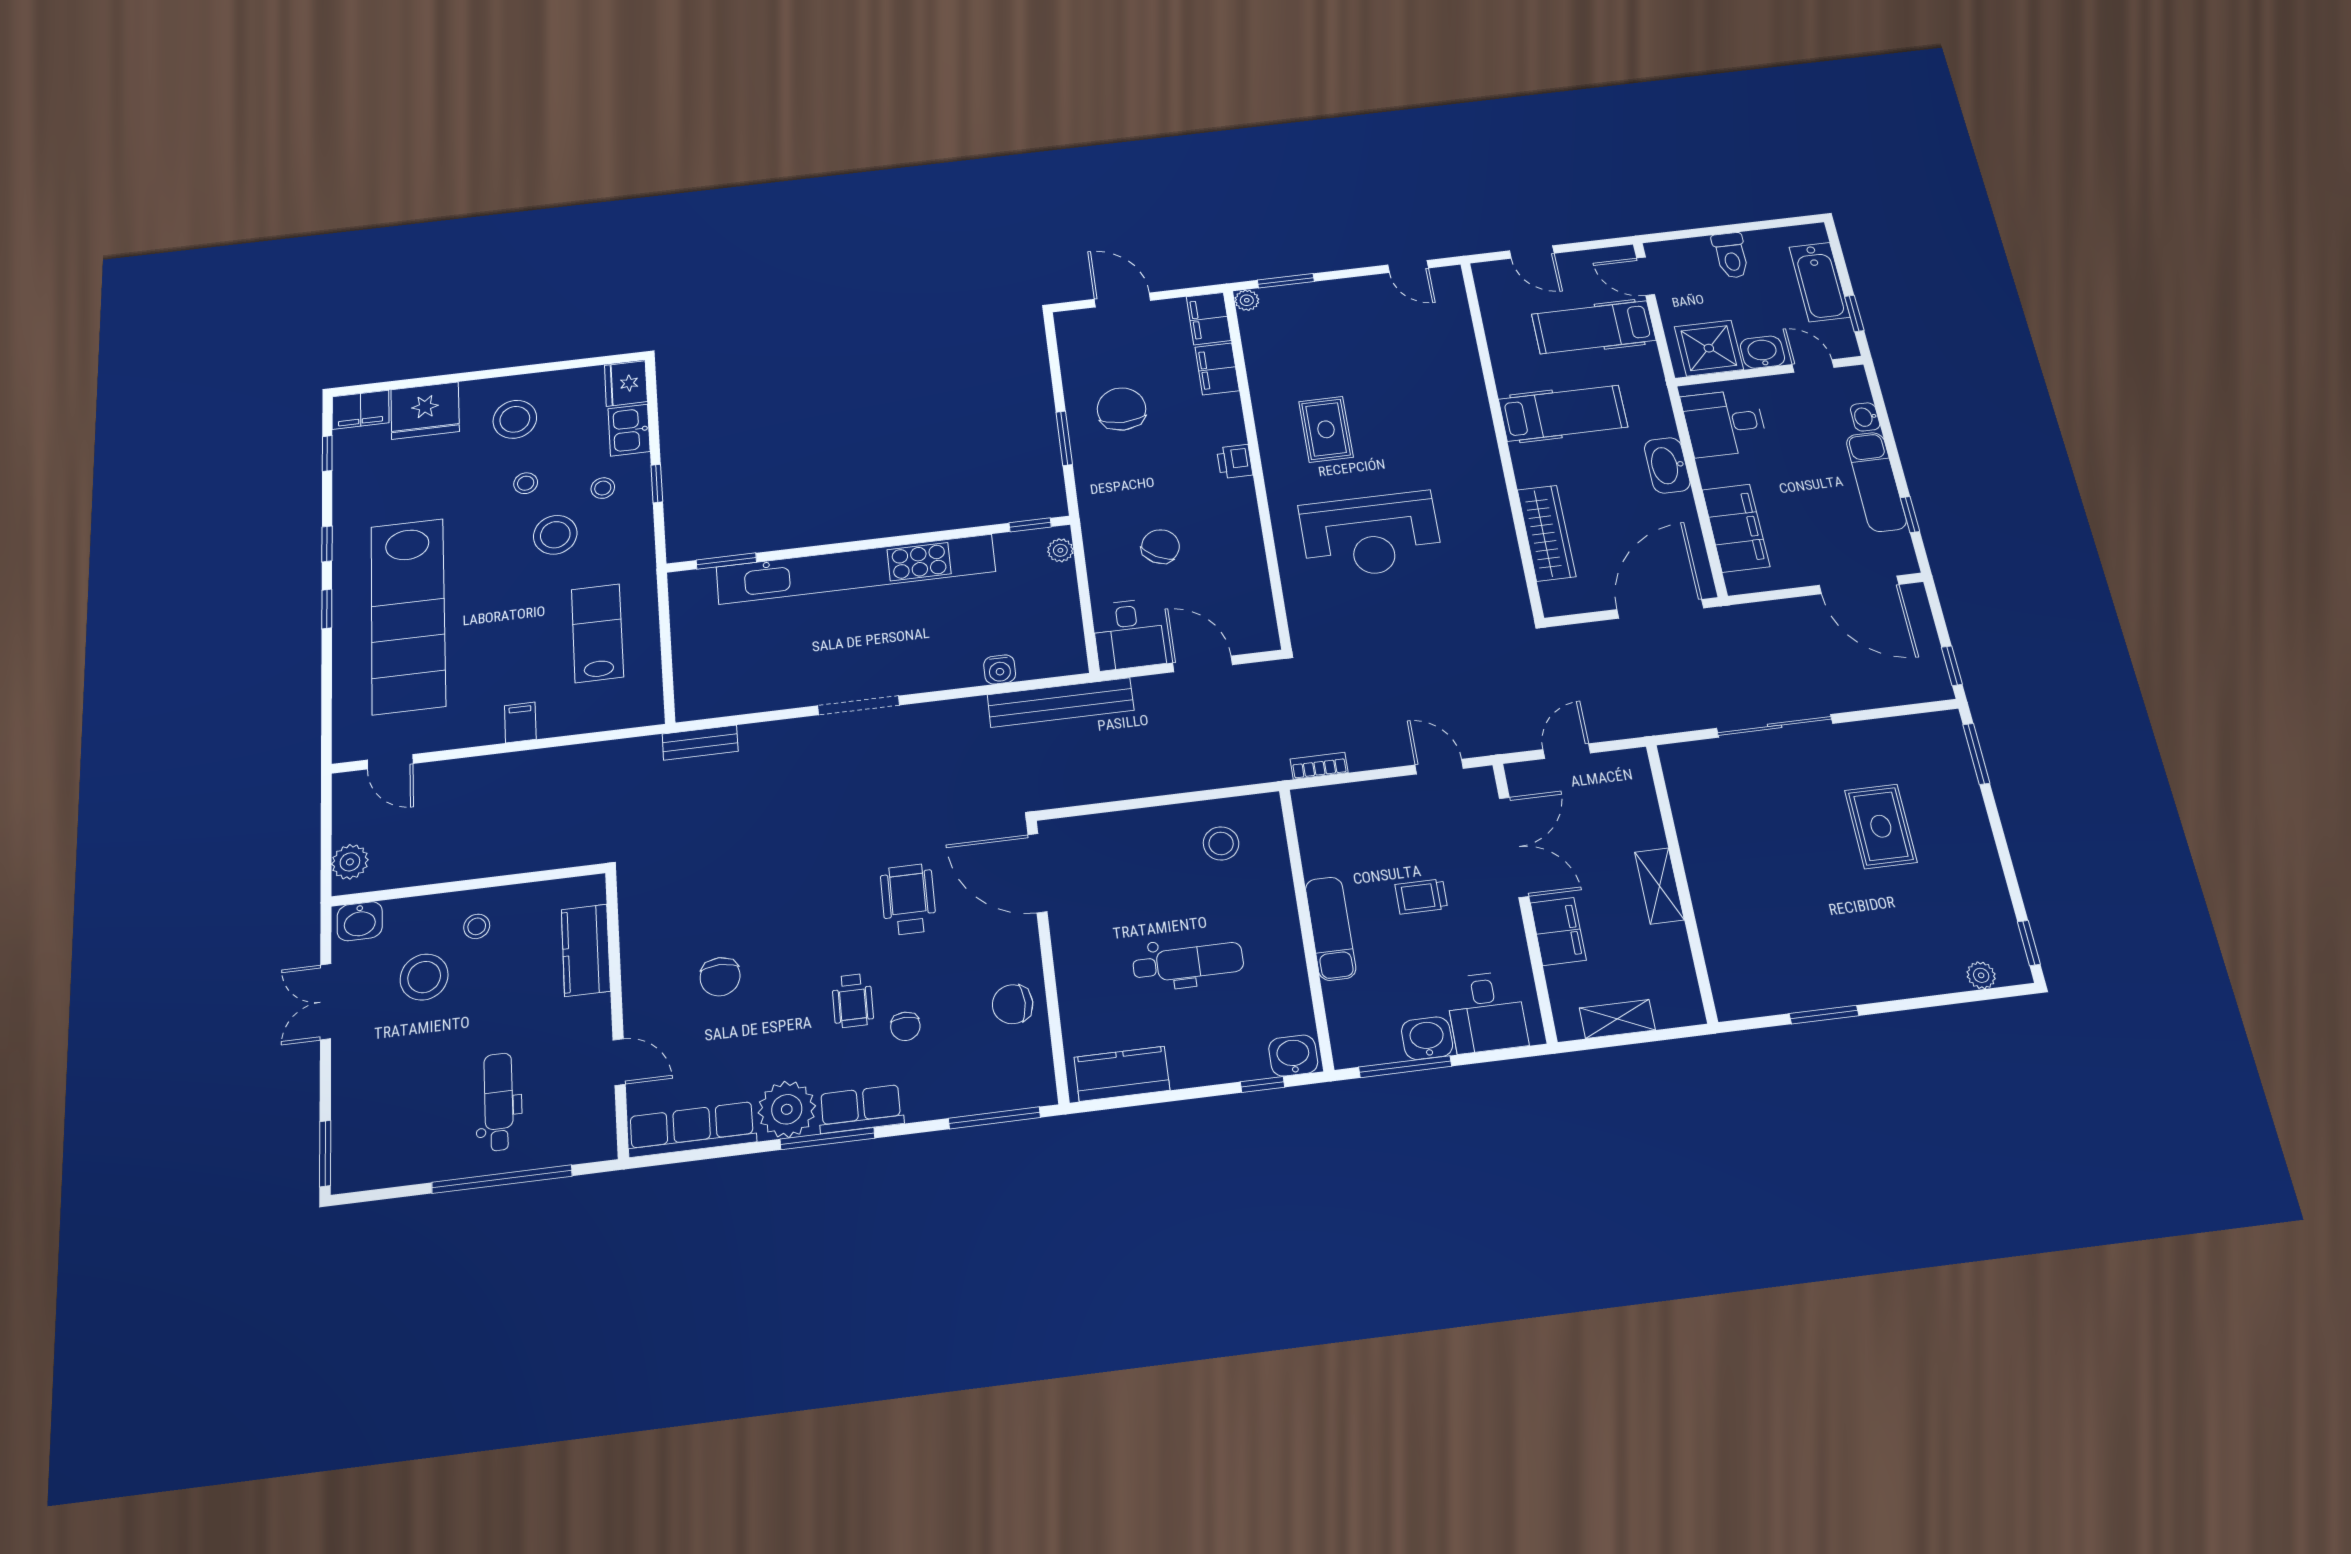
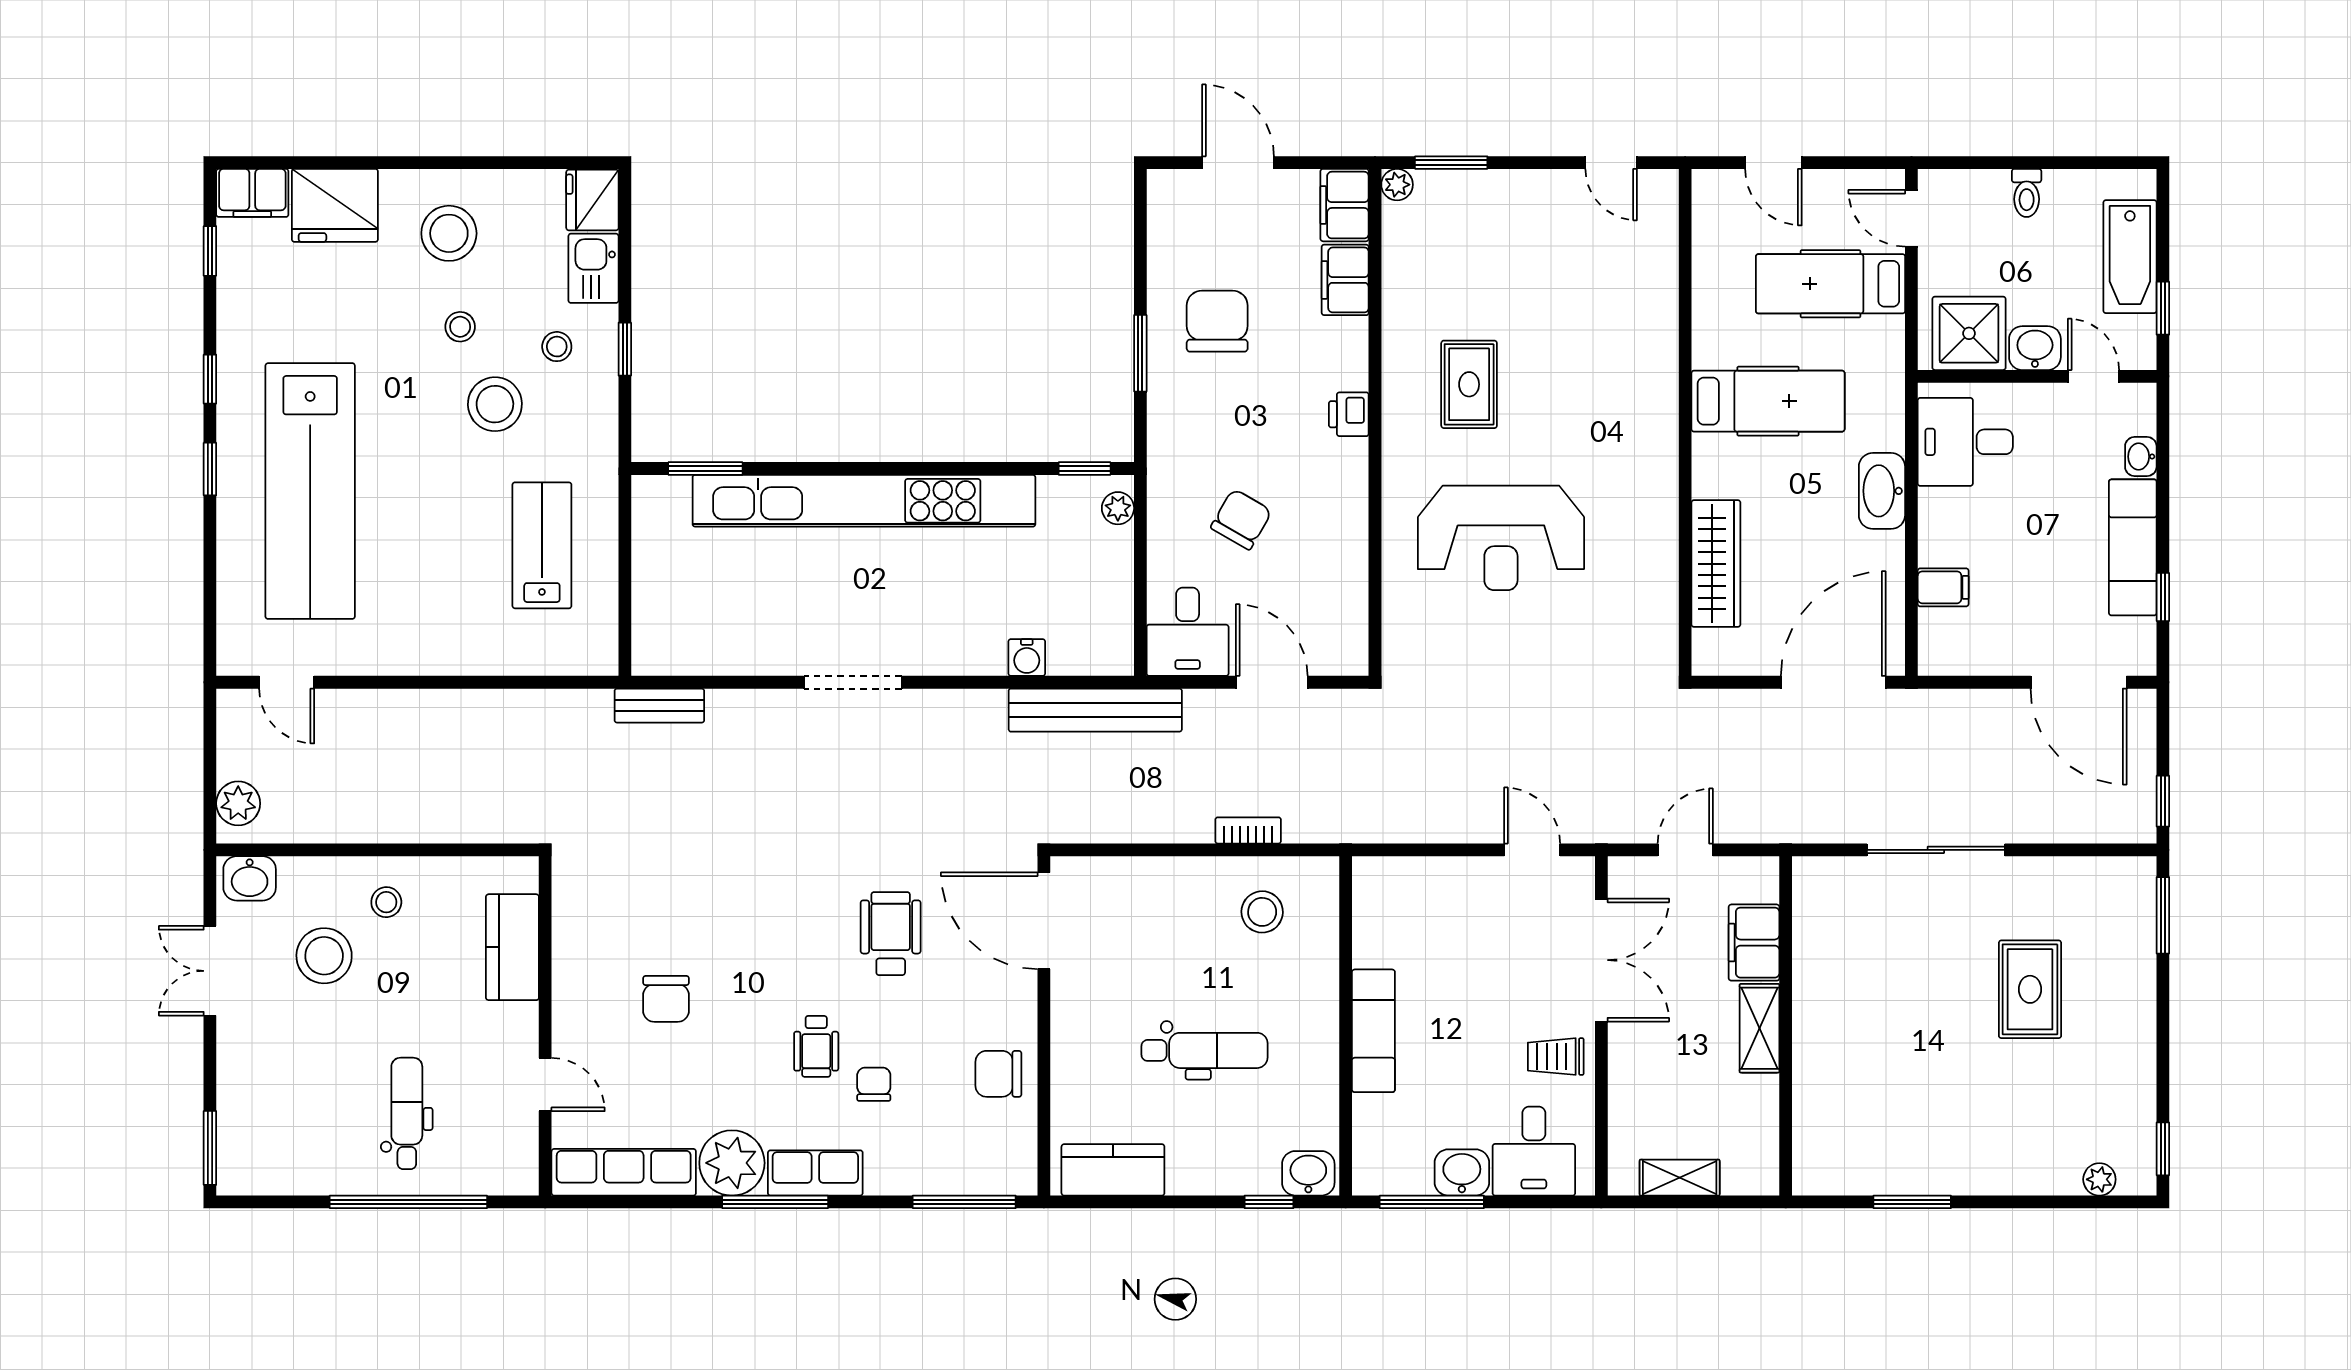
toilet: (1731, 255) -> (2027, 193), width x0.73, depth x0.72
filing cabinet: (1736, 528) -> (1943, 587), width x0.33, depth x0.86
filing cabinet: (520, 722) -> (444, 651), removed
bookcase: (1319, 766) -> (1248, 830), moved
trolley: (1421, 896) -> (1556, 1057), moved
filing cabinet: (1558, 931) -> (1754, 943), moved, turned 180
chair: (905, 1026) -> (874, 1084), turned 180

